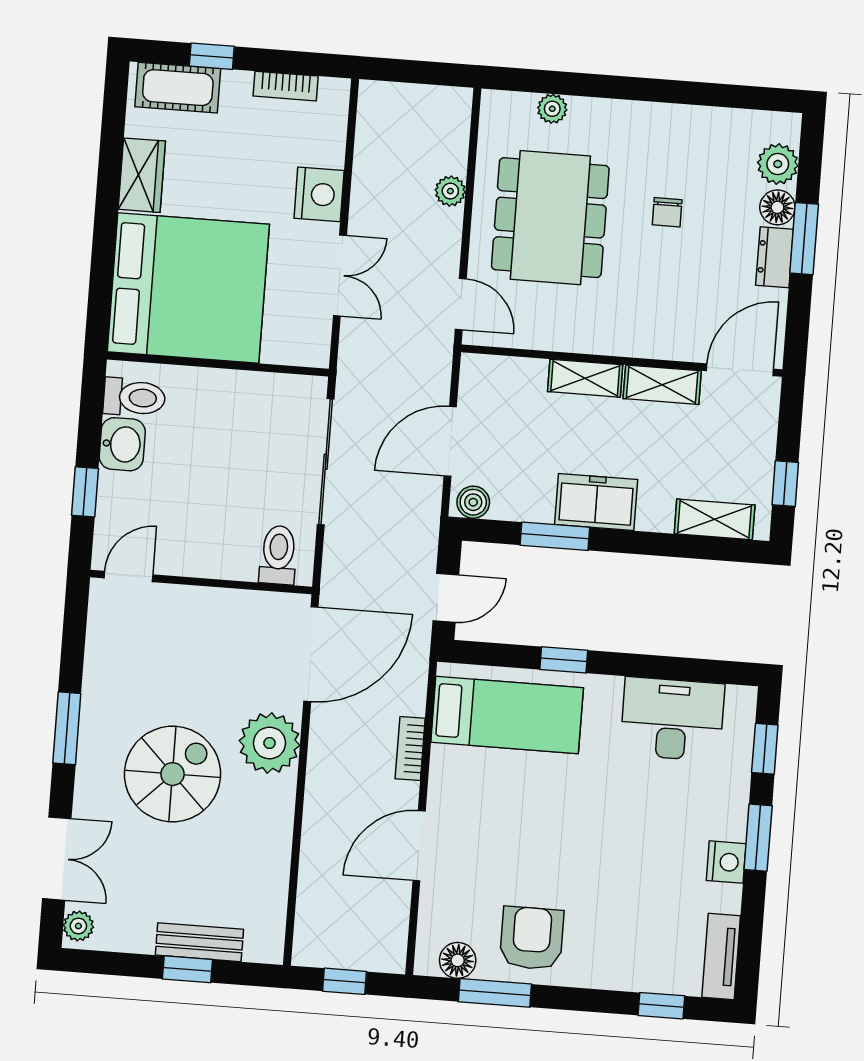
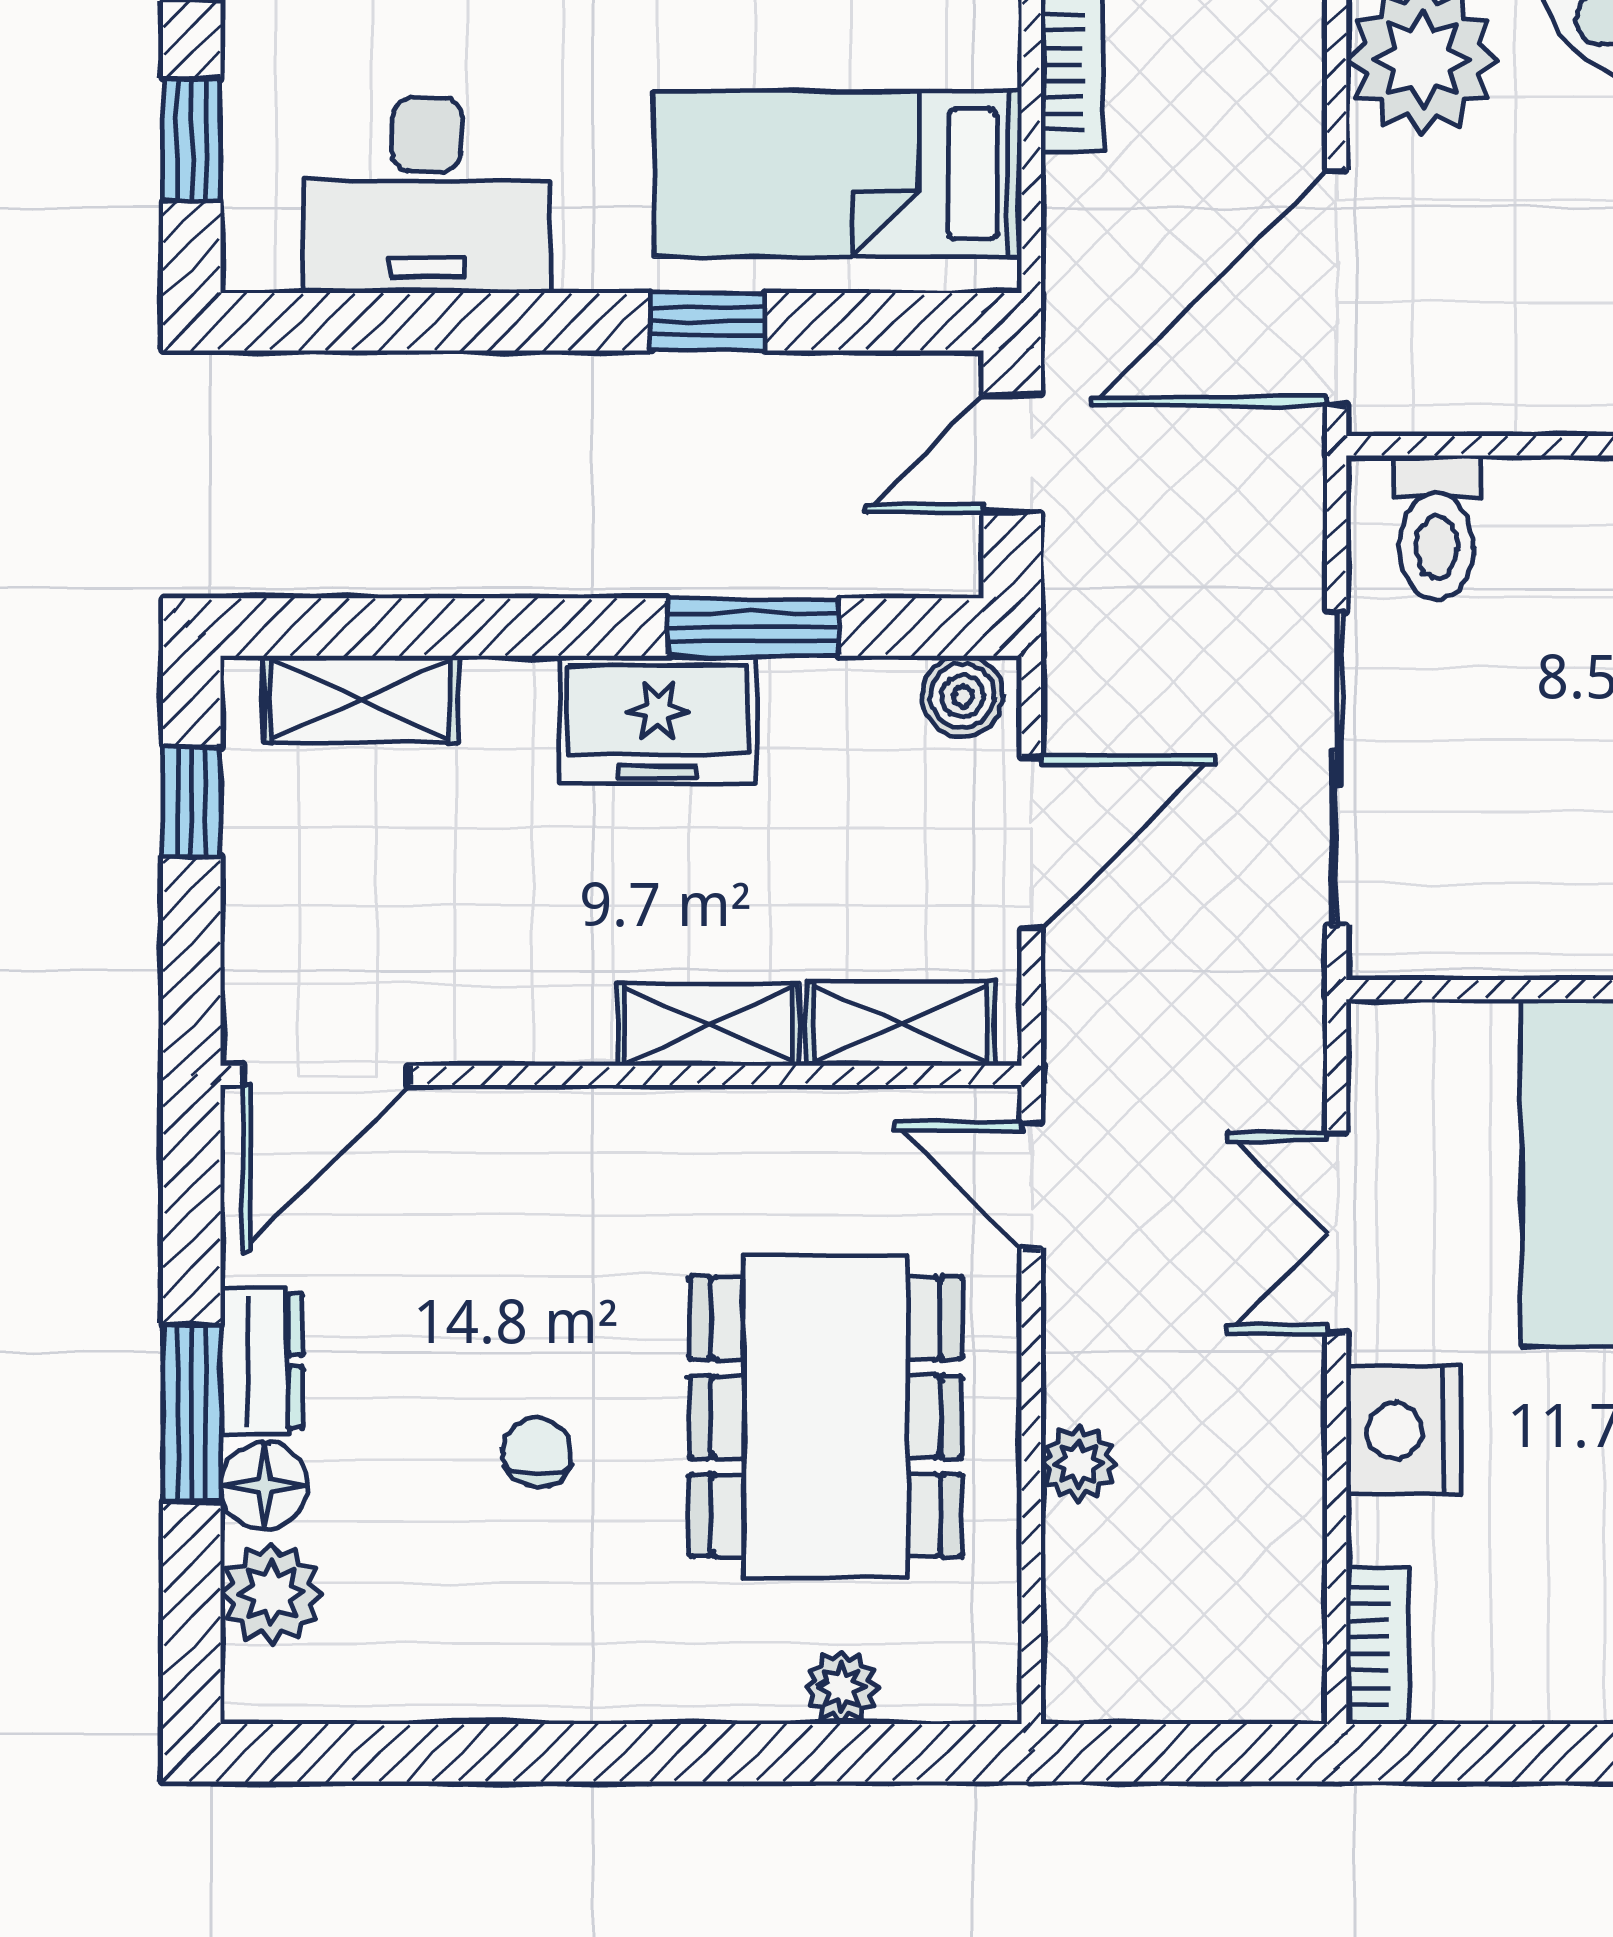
bookcase: (286, 86) -> (1377, 1646), moved, turned 90
shelving: (662, 385) -> (901, 1024), moved

